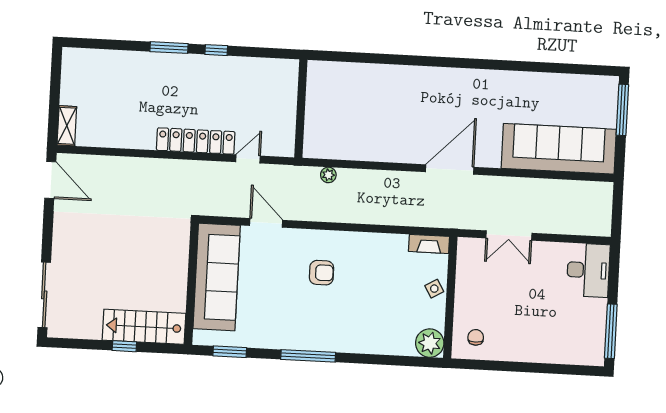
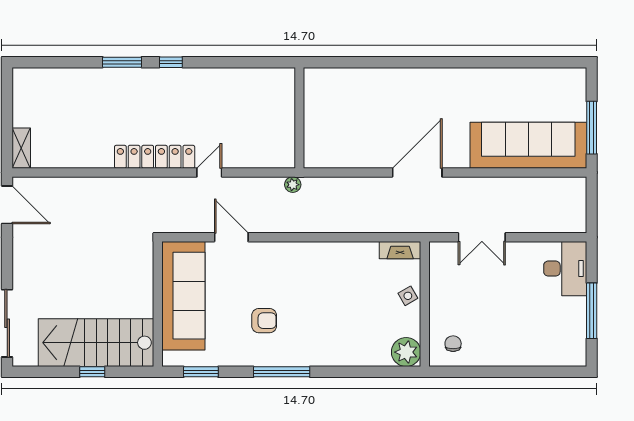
wall: (301, 109) -> (299, 118), moved
window: (622, 110) -> (592, 128), moved
armchair: (321, 273) -> (264, 321), moved
stairs: (144, 327) -> (96, 343), width x1.36, depth x1.51
window: (611, 331) -> (592, 311), moved

